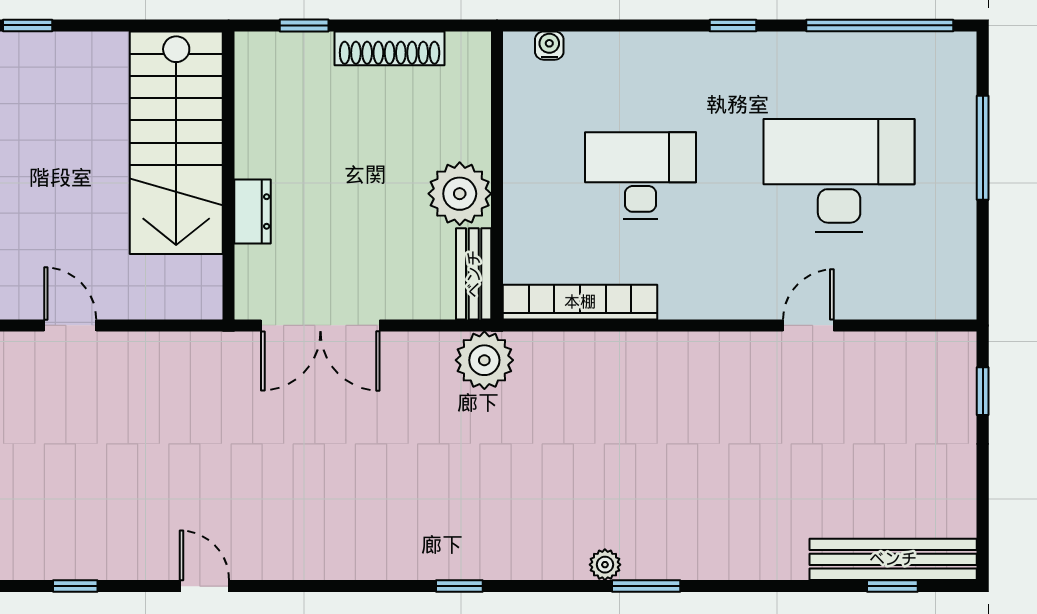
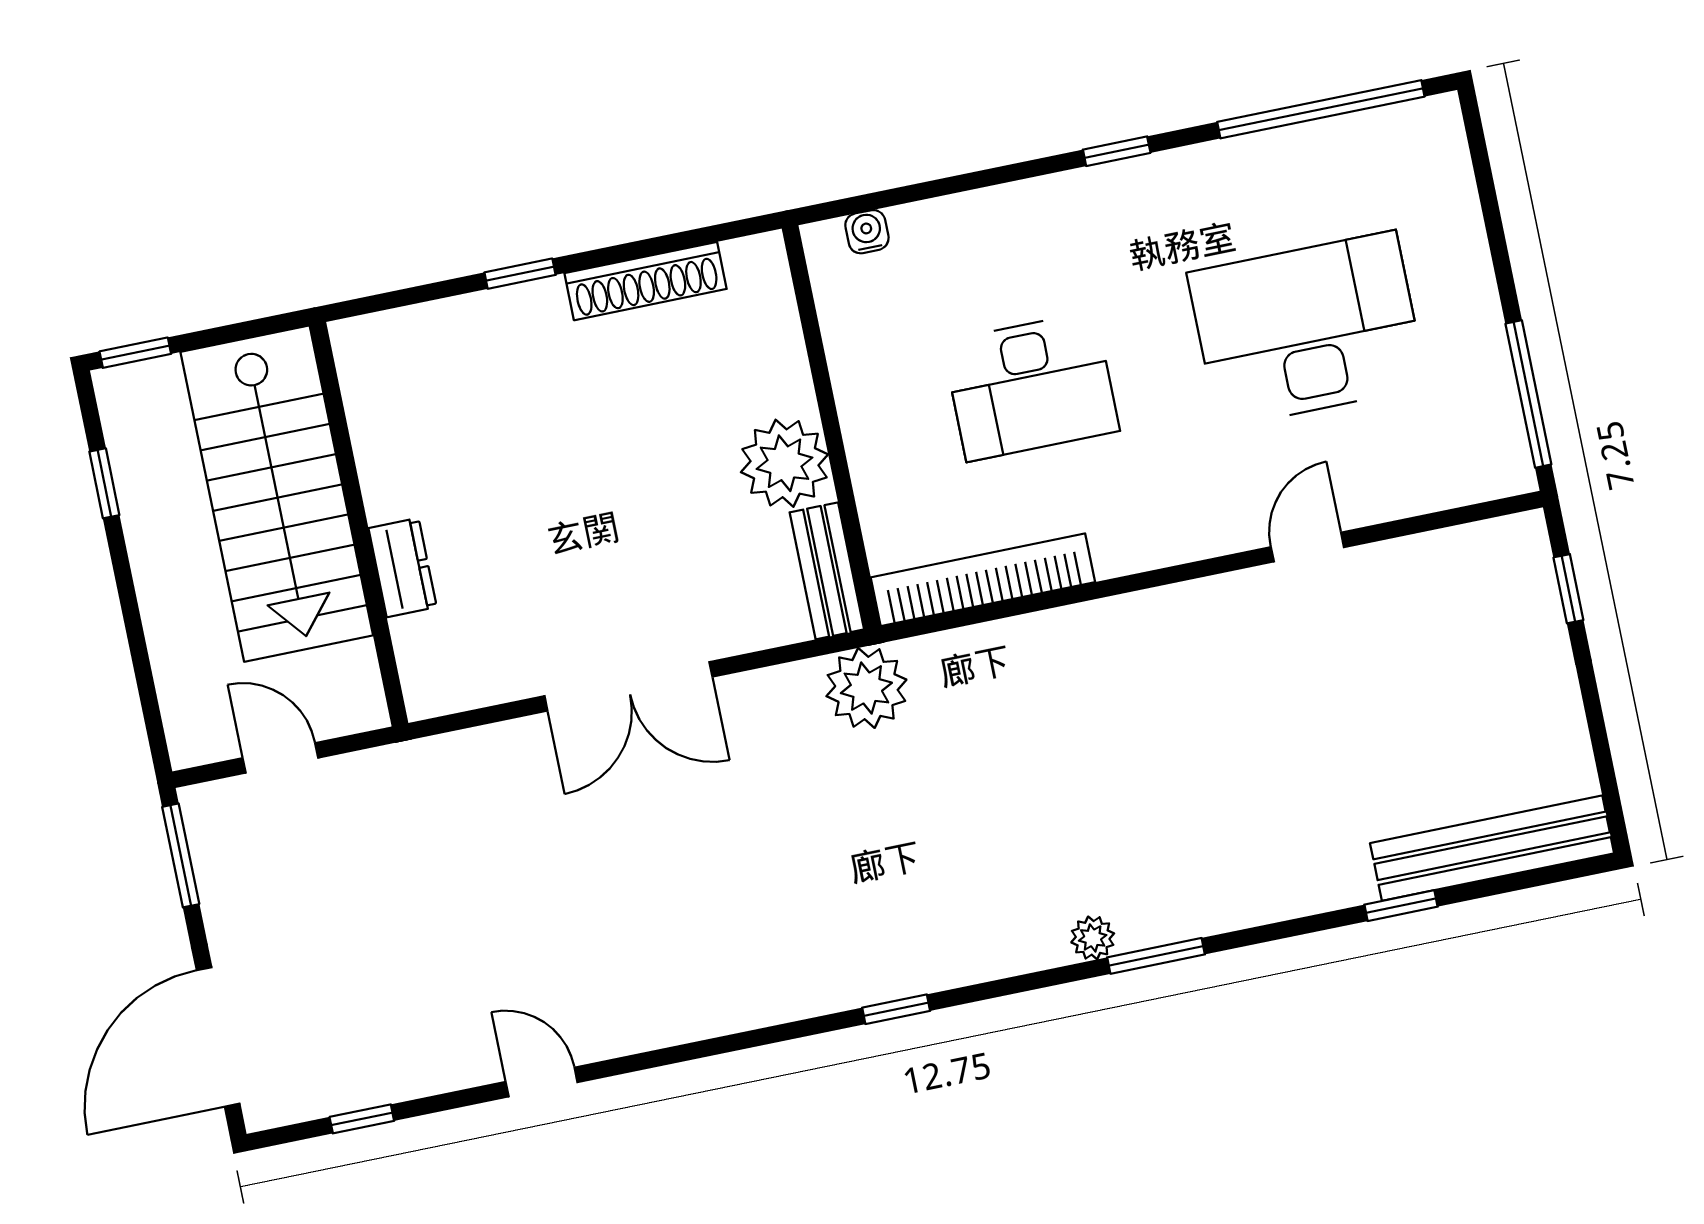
stairs: (176, 143) -> (277, 494), moved
window: (983, 148) -> (1528, 394), moved
wall: (229, 175) -> (359, 524), moved
desk: (641, 175) -> (1031, 386), turned 180
dresser: (253, 211) -> (403, 568), moved
window: (892, 586) -> (1401, 906), moved

